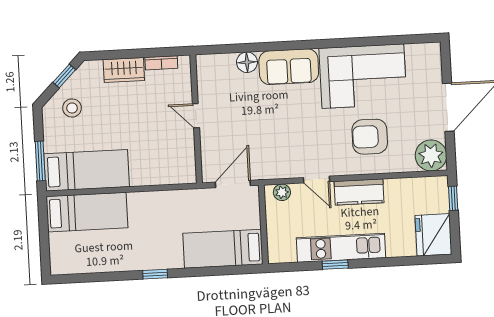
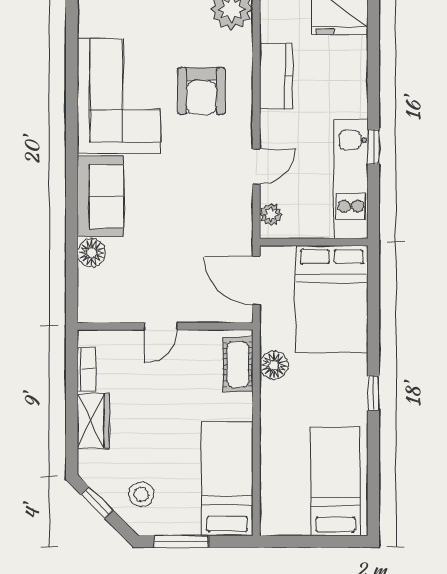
window: (40, 161) -> (181, 541), moved
cot: (171, 174) -> (238, 364), added
kitchen counter: (359, 192) -> (276, 77), moved
floor lamp: (172, 200) -> (274, 365), added
bed: (87, 212) -> (335, 481), moved
kitchen unit: (341, 248) -> (351, 179), moved
bed: (223, 249) -> (332, 299), width x1.50

